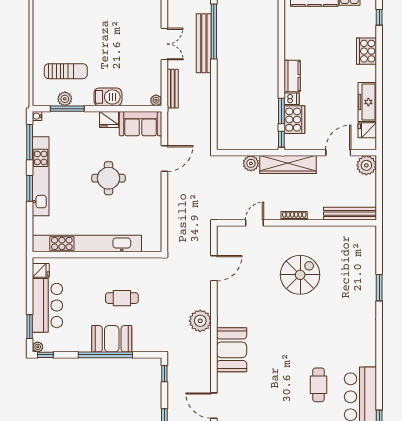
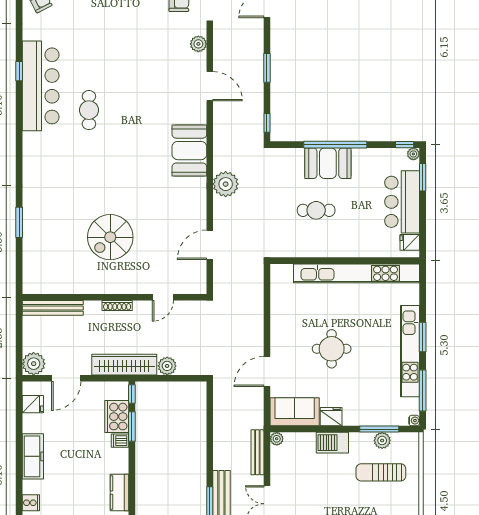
cooker: (366, 51) -> (31, 503), width x0.53, depth x0.76
kitchen counter: (292, 76) -> (120, 493), moved
freezer: (367, 102) -> (33, 456), moved

